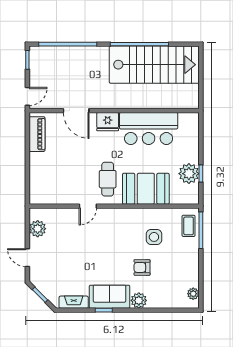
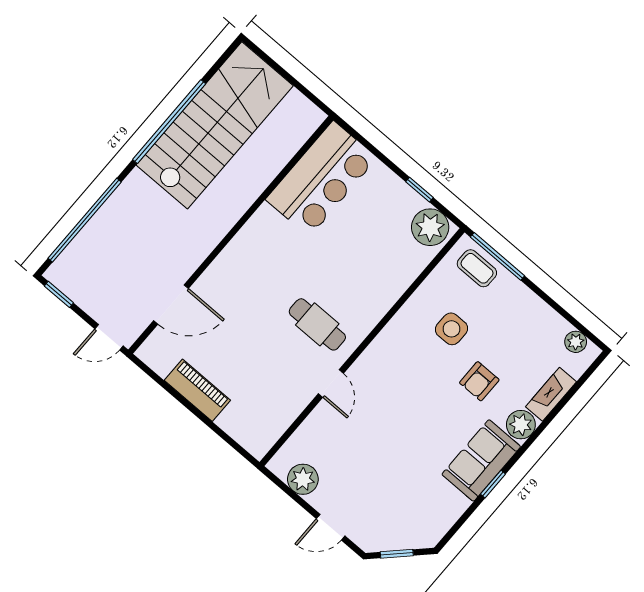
door: (27, 96) -> (109, 337), swing flipped
door: (76, 111) -> (171, 304), moved
fridge: (108, 122) -> (238, 257), removed
bar counter: (149, 128) -> (321, 179), moved
piano: (37, 134) -> (197, 390), moved
plant: (189, 174) -> (430, 227), moved
booth: (146, 189) -> (375, 283), removed
fireplace: (74, 302) -> (551, 394), moved

